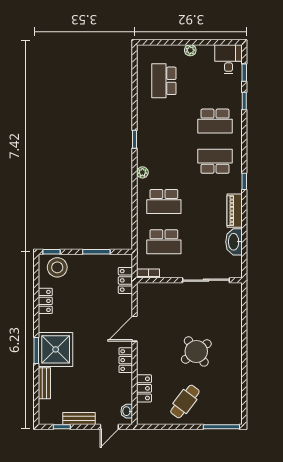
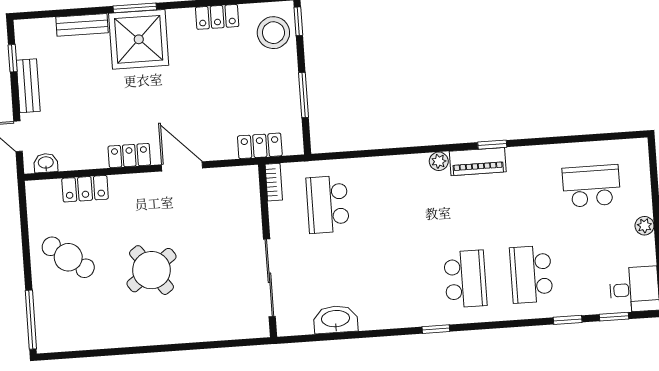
school desk: (164, 202) -> (394, 200), removed
piano: (235, 211) -> (478, 162), moved, turned 180

